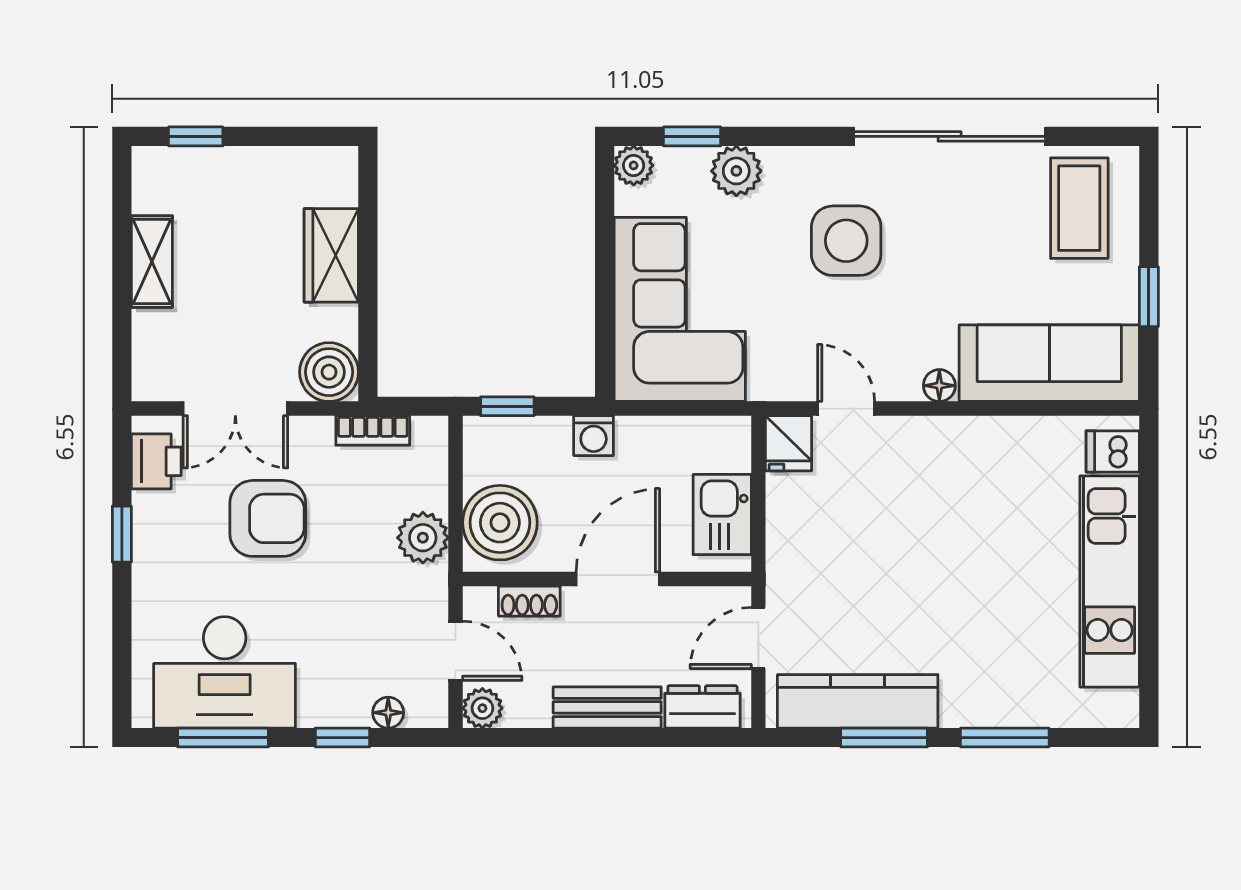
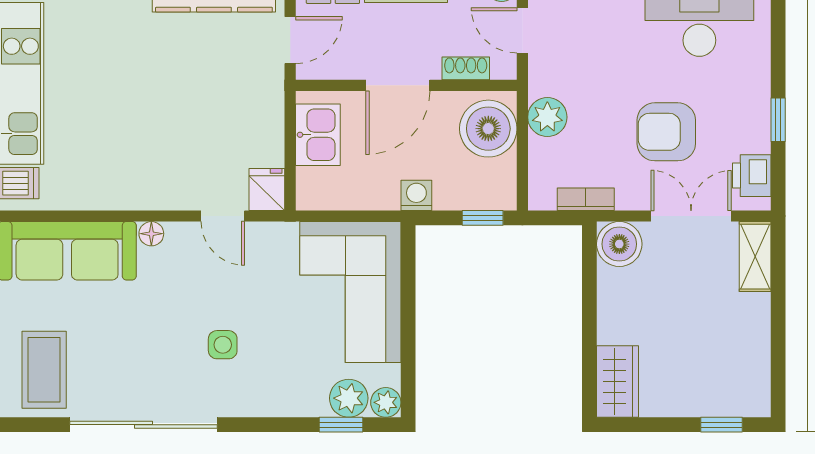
plant: (736, 171) -> (349, 398), moved
side table: (846, 241) -> (223, 345), width x0.54, depth x0.54
wardrobe: (331, 255) -> (618, 382), moved
shelving: (152, 262) -> (755, 257), moved

